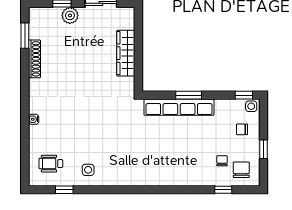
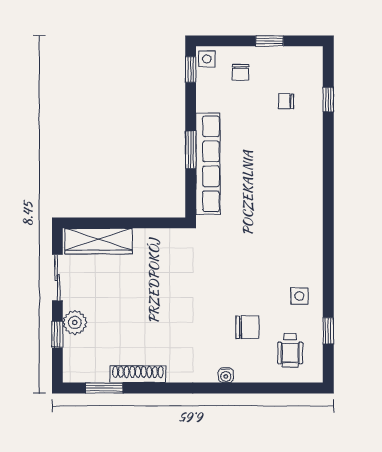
wardrobe: (126, 53) -> (99, 241), moved
chair: (241, 170) -> (247, 327), moved, turned 180

